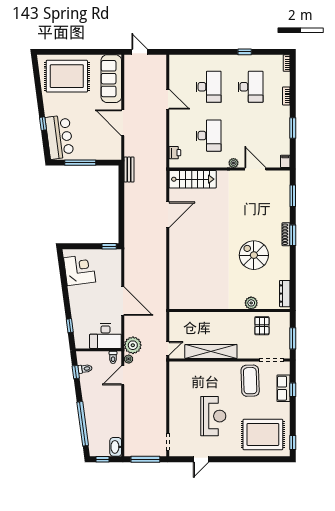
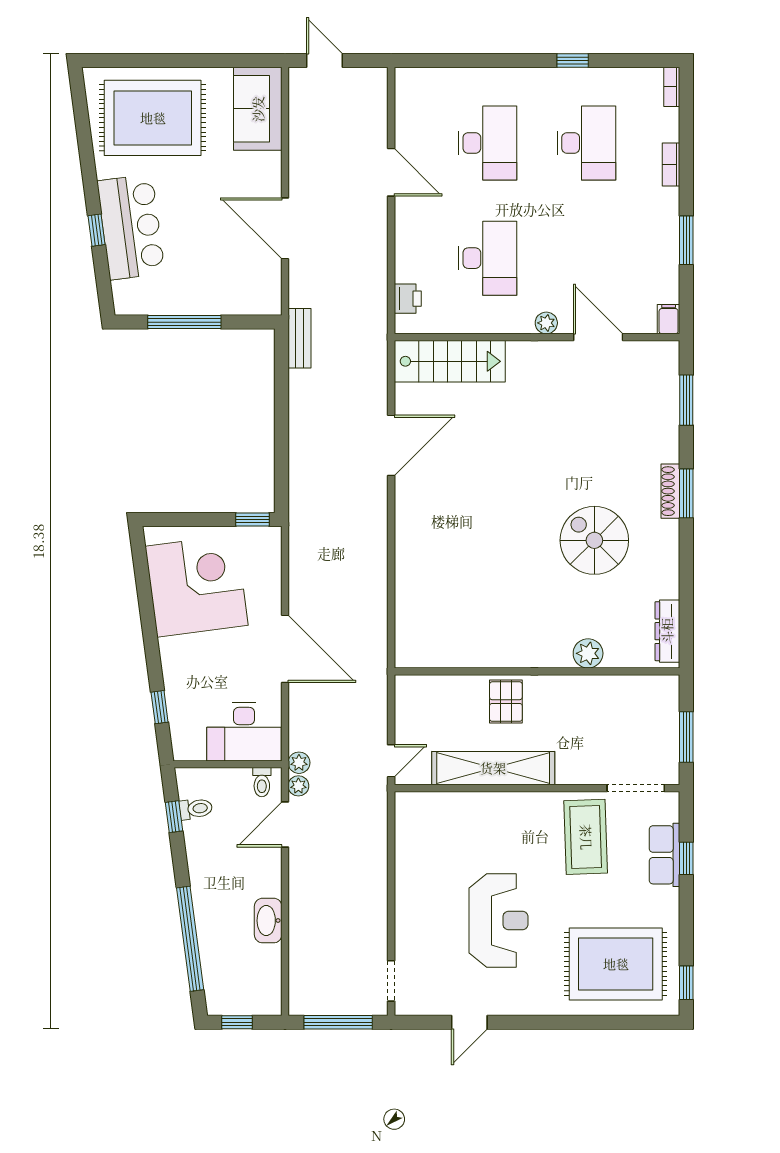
sofa: (111, 79) -> (258, 109), width x0.73
bar counter: (60, 137) -> (131, 227), moved
corner desk: (80, 270) -> (197, 586), width x1.36, depth x1.36
pallet: (262, 326) -> (506, 702), moved
plant: (133, 345) -> (299, 763), width x0.53, depth x0.53
washbasin: (116, 447) -> (268, 921), moved

